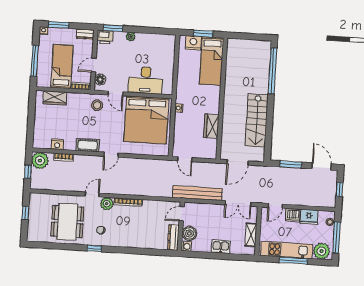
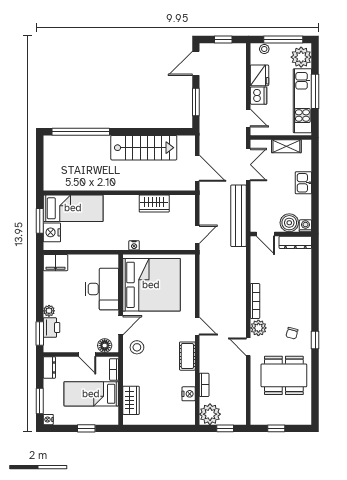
printer: (105, 37) -> (51, 328), moved
filing cabinet: (169, 44) -> (55, 263), added
window: (35, 61) -> (86, 428), width x0.46

